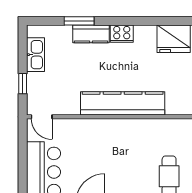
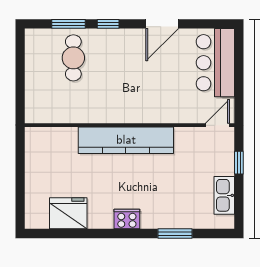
kitchen counter: (91, 34) -> (162, 219), removed
door: (42, 117) -> (217, 125), hinge flipped

